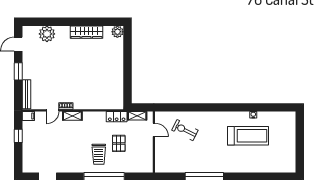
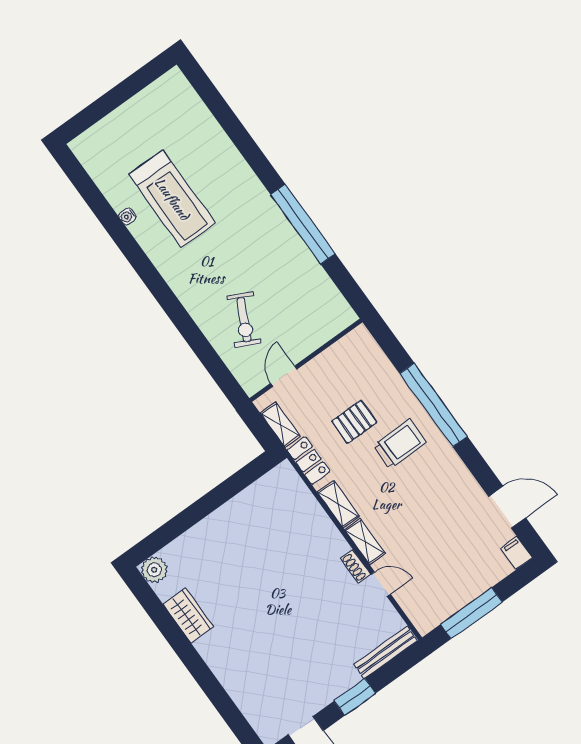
wardrobe: (86, 32) -> (188, 616), width x0.67
plant: (47, 34) -> (250, 694), removed
filing cabinet: (28, 116) -> (516, 553), moved
shelving: (93, 116) -> (338, 504), added
window: (18, 136) -> (471, 613), width x2.17
treadmill: (248, 136) -> (172, 199), turned 180

